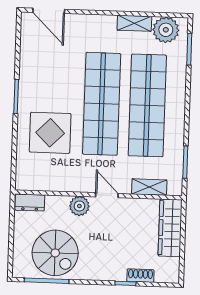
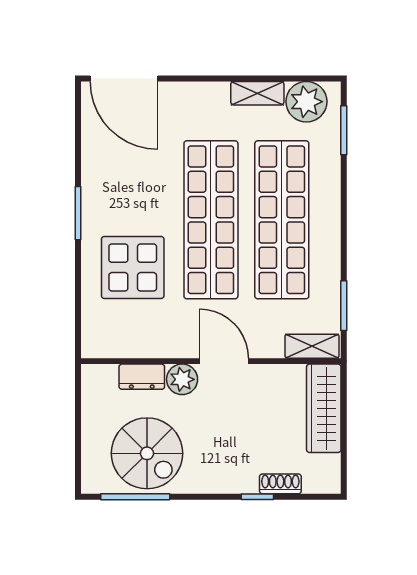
door: (49, 11) -> (124, 78), width x1.36
shelving: (149, 187) -> (312, 346), moved
door: (107, 195) -> (224, 361), width x1.38
dresser: (30, 203) -> (142, 377), moved

